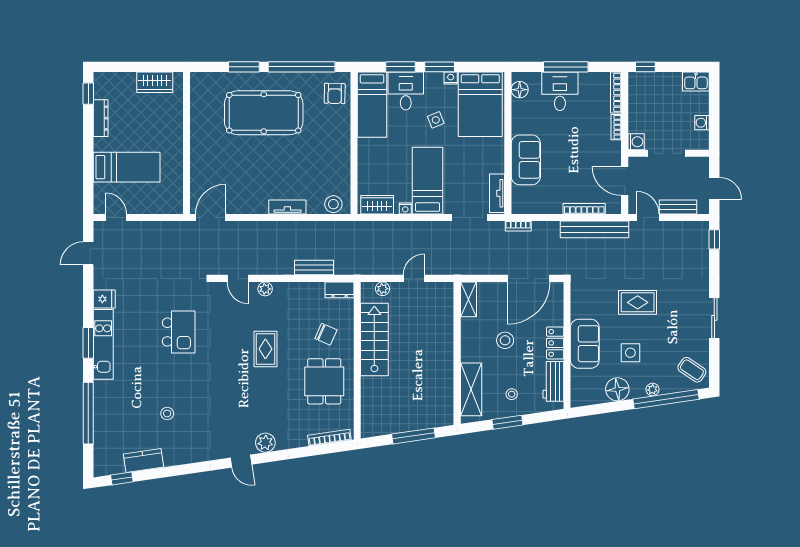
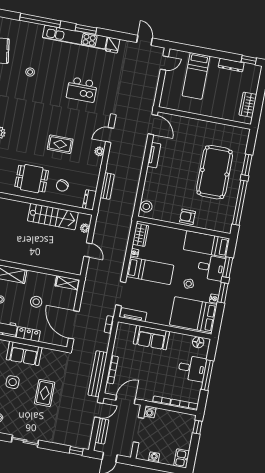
armchair: (335, 93) -> (187, 217), moved
tv unit: (287, 207) -> (154, 155), moved
kitchen unit: (103, 344) -> (75, 37), width x1.36

